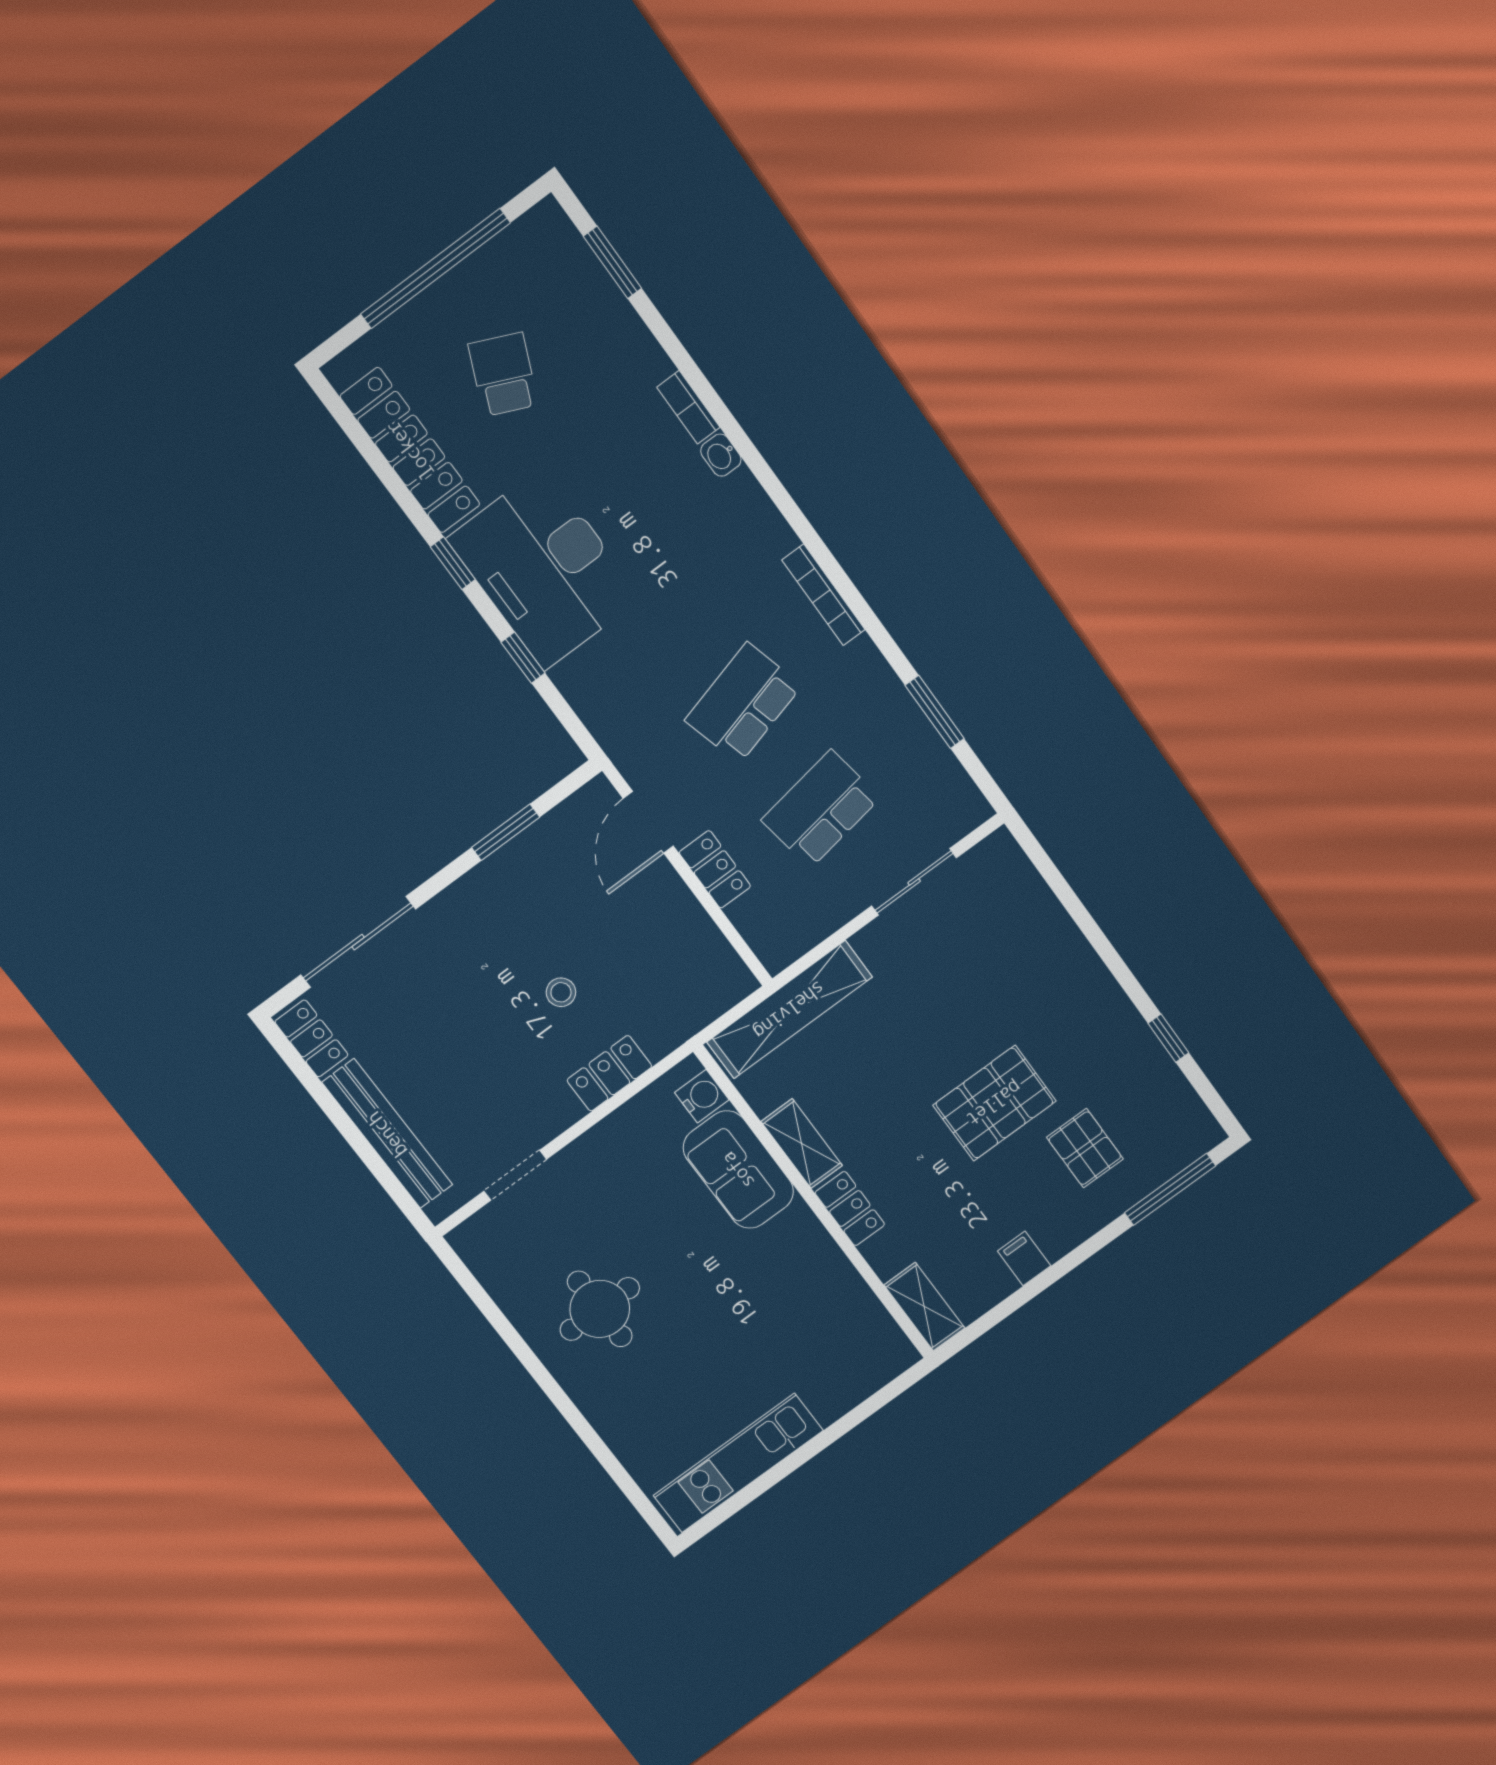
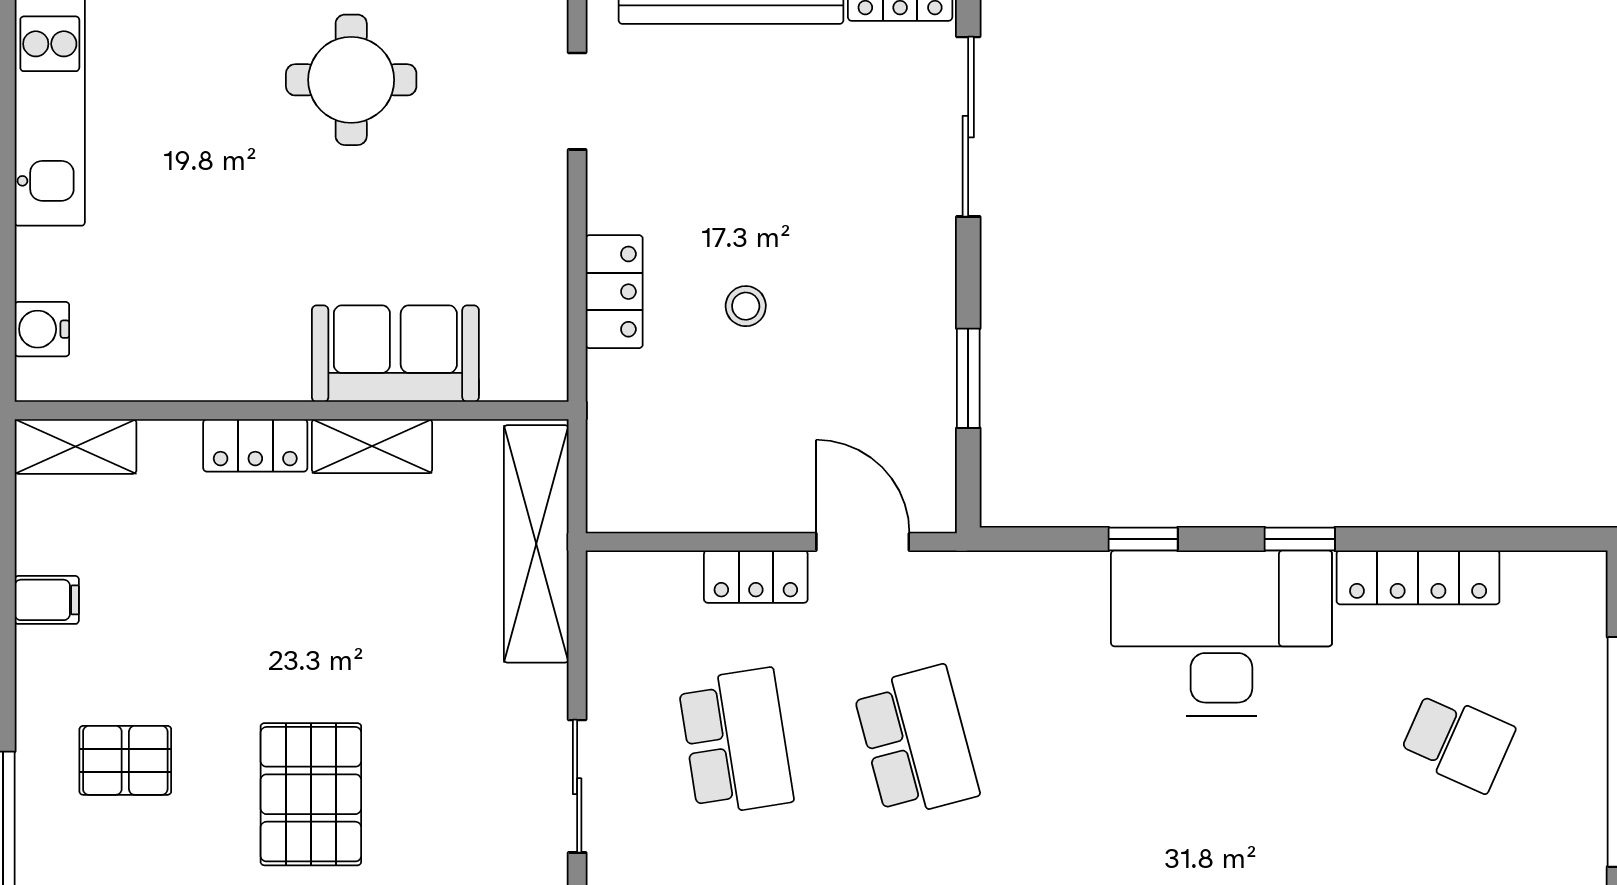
locker: (410, 450) -> (1418, 577), width x0.71, depth x0.83
water cooler: (702, 1096) -> (42, 329), moved, turned 90
pallet: (994, 1103) -> (311, 794), moved

